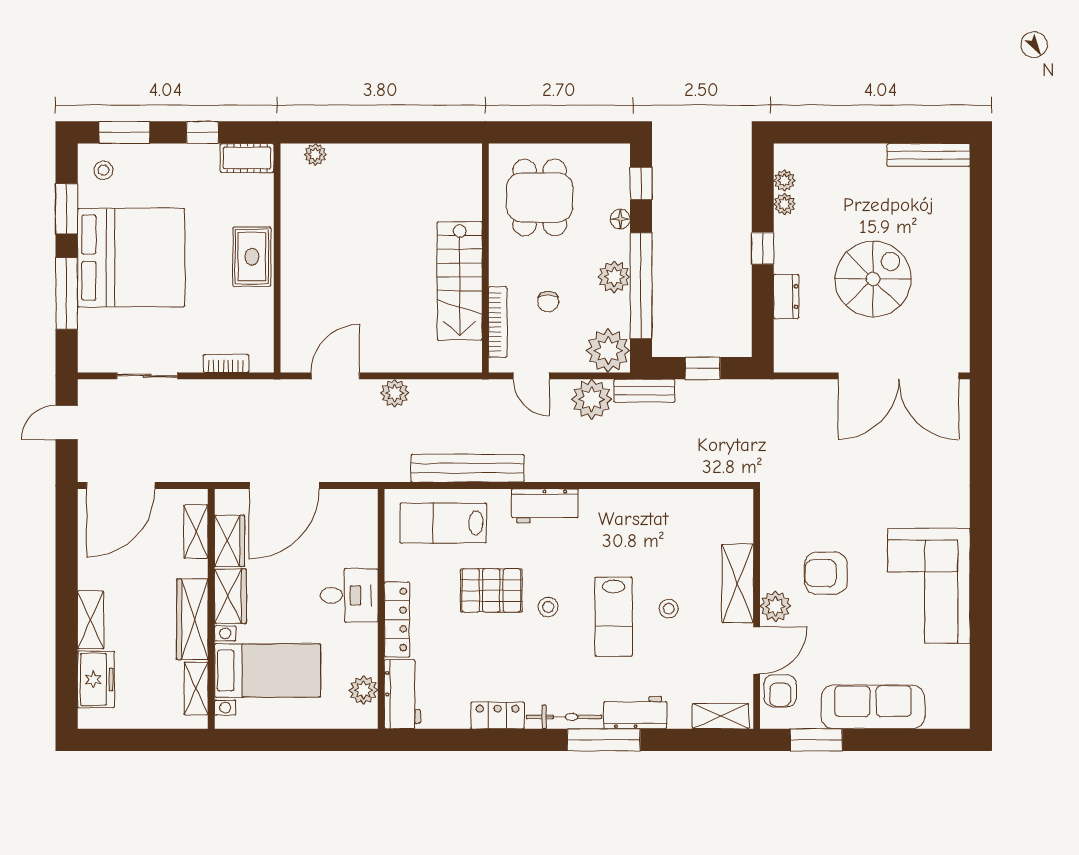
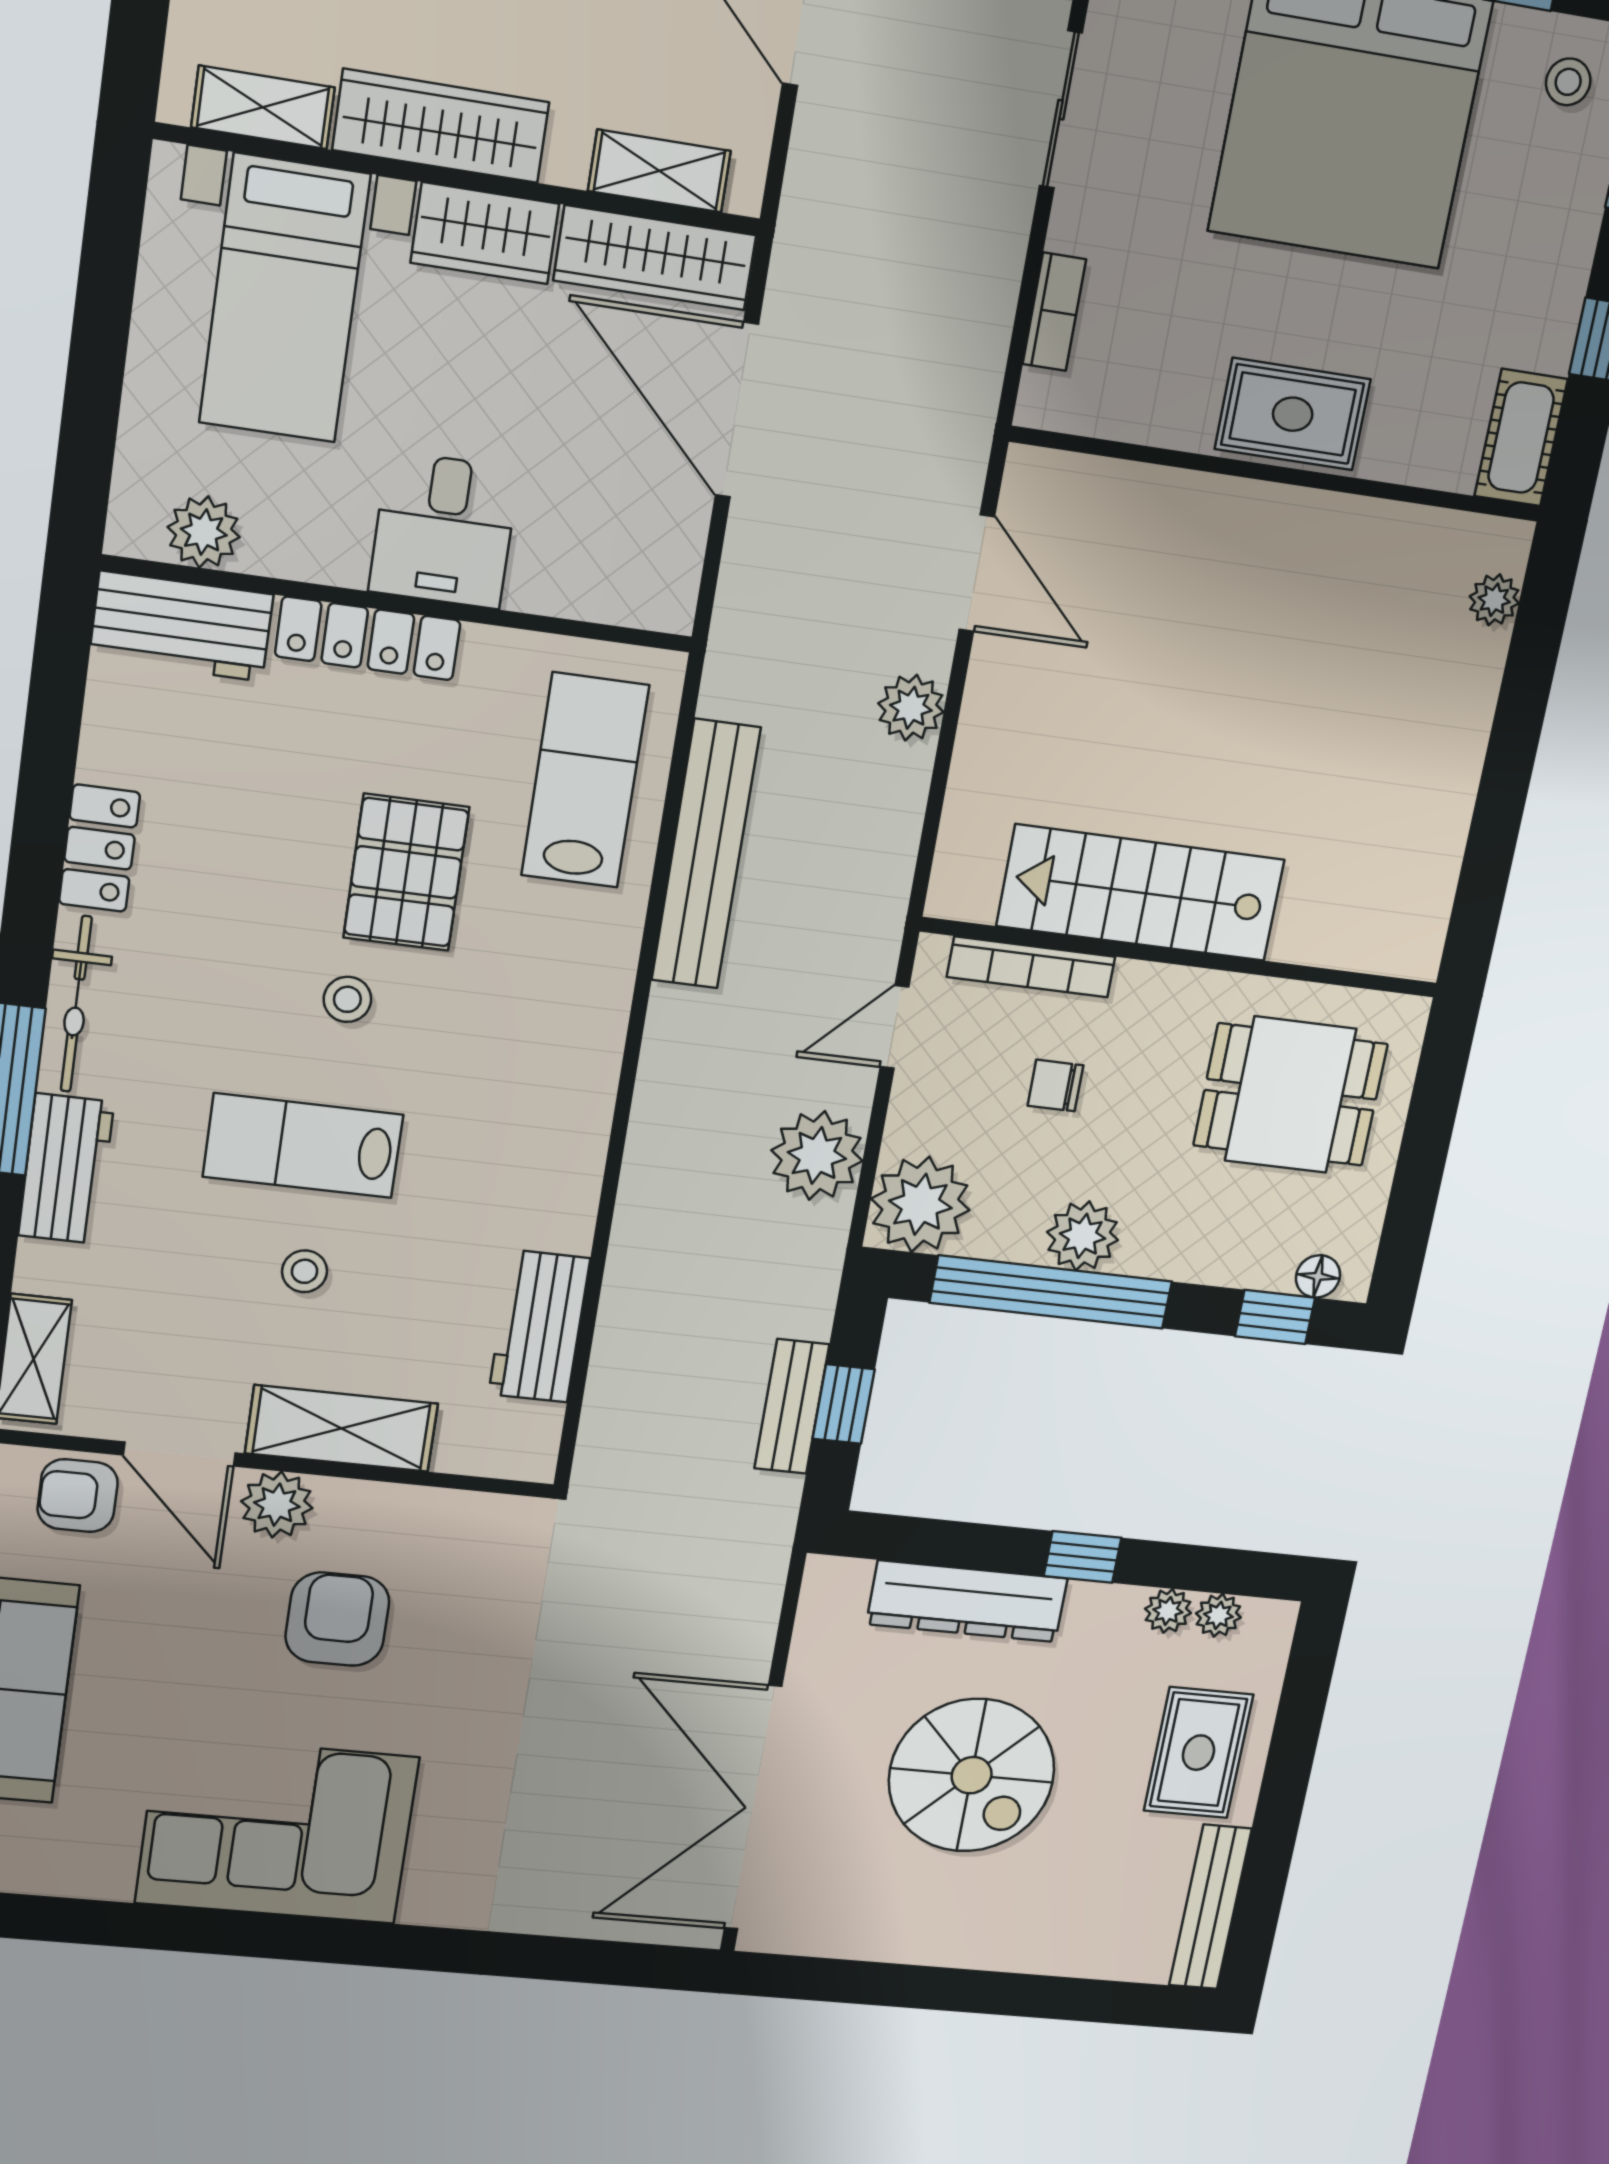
rug: (852, 176) -> (1198, 1753), added
floor lamp: (620, 219) -> (1318, 1276), moved
dresser: (786, 297) -> (967, 1601), width x1.96, depth x1.24
bench: (644, 391) -> (792, 1407), moved
workbench: (545, 506) -> (539, 1326), moved
wardrobe: (230, 541) -> (655, 258), width x1.50

